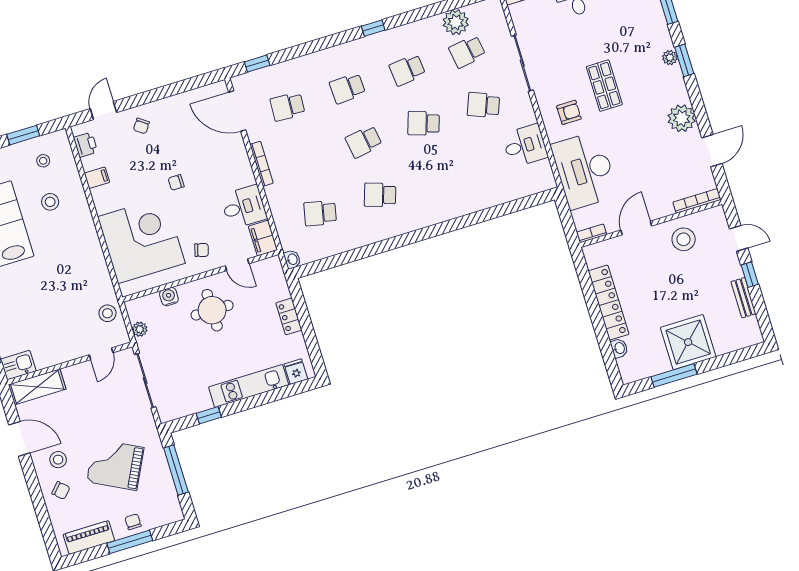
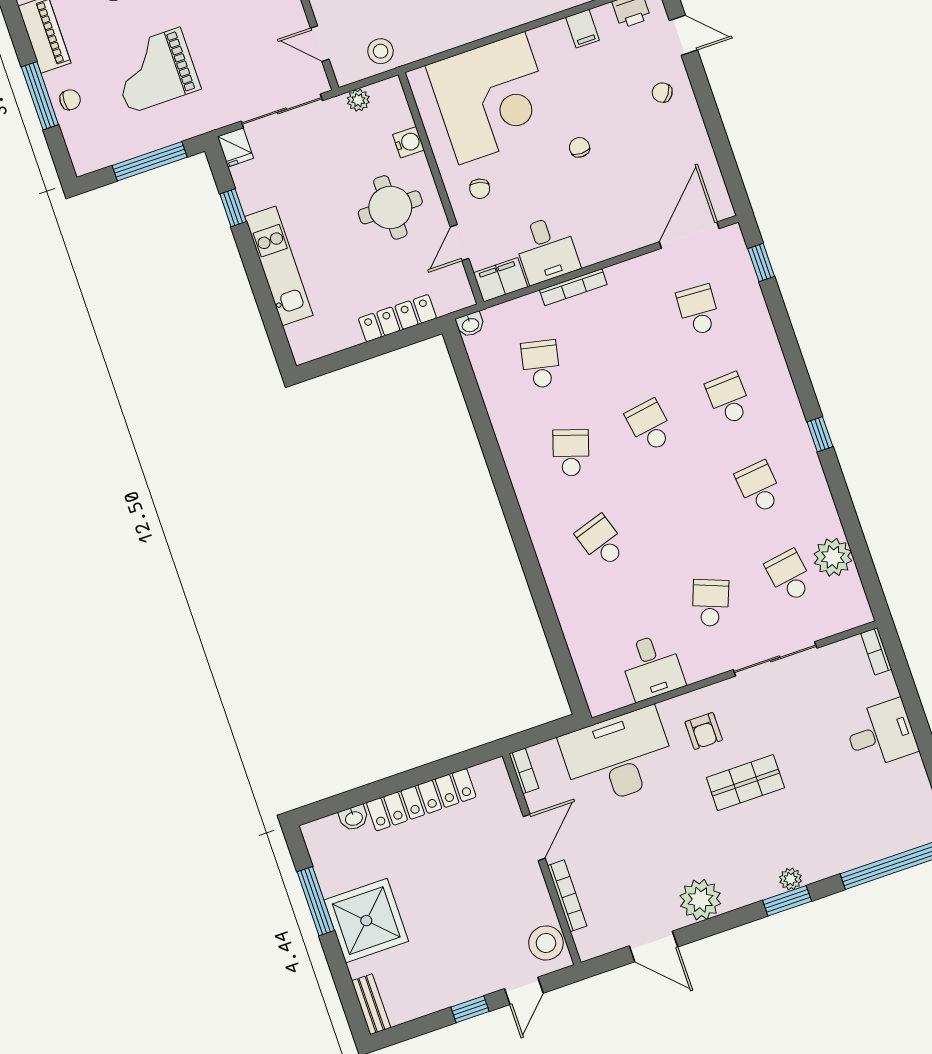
school desk: (424, 123) -> (601, 541), moved, turned -36
bookcase: (262, 164) -> (573, 287), moved
bookcase: (697, 201) -> (567, 896), moved
door: (636, 228) -> (534, 837), hinge flipped
stool: (684, 239) -> (546, 943), moved
bench: (743, 298) -> (371, 1004), moved, turned 90
locker: (289, 316) -> (397, 318), width x1.53
fridge: (296, 372) -> (235, 147), moved, turned 90
grand piano: (115, 465) -> (155, 70), turned -117

